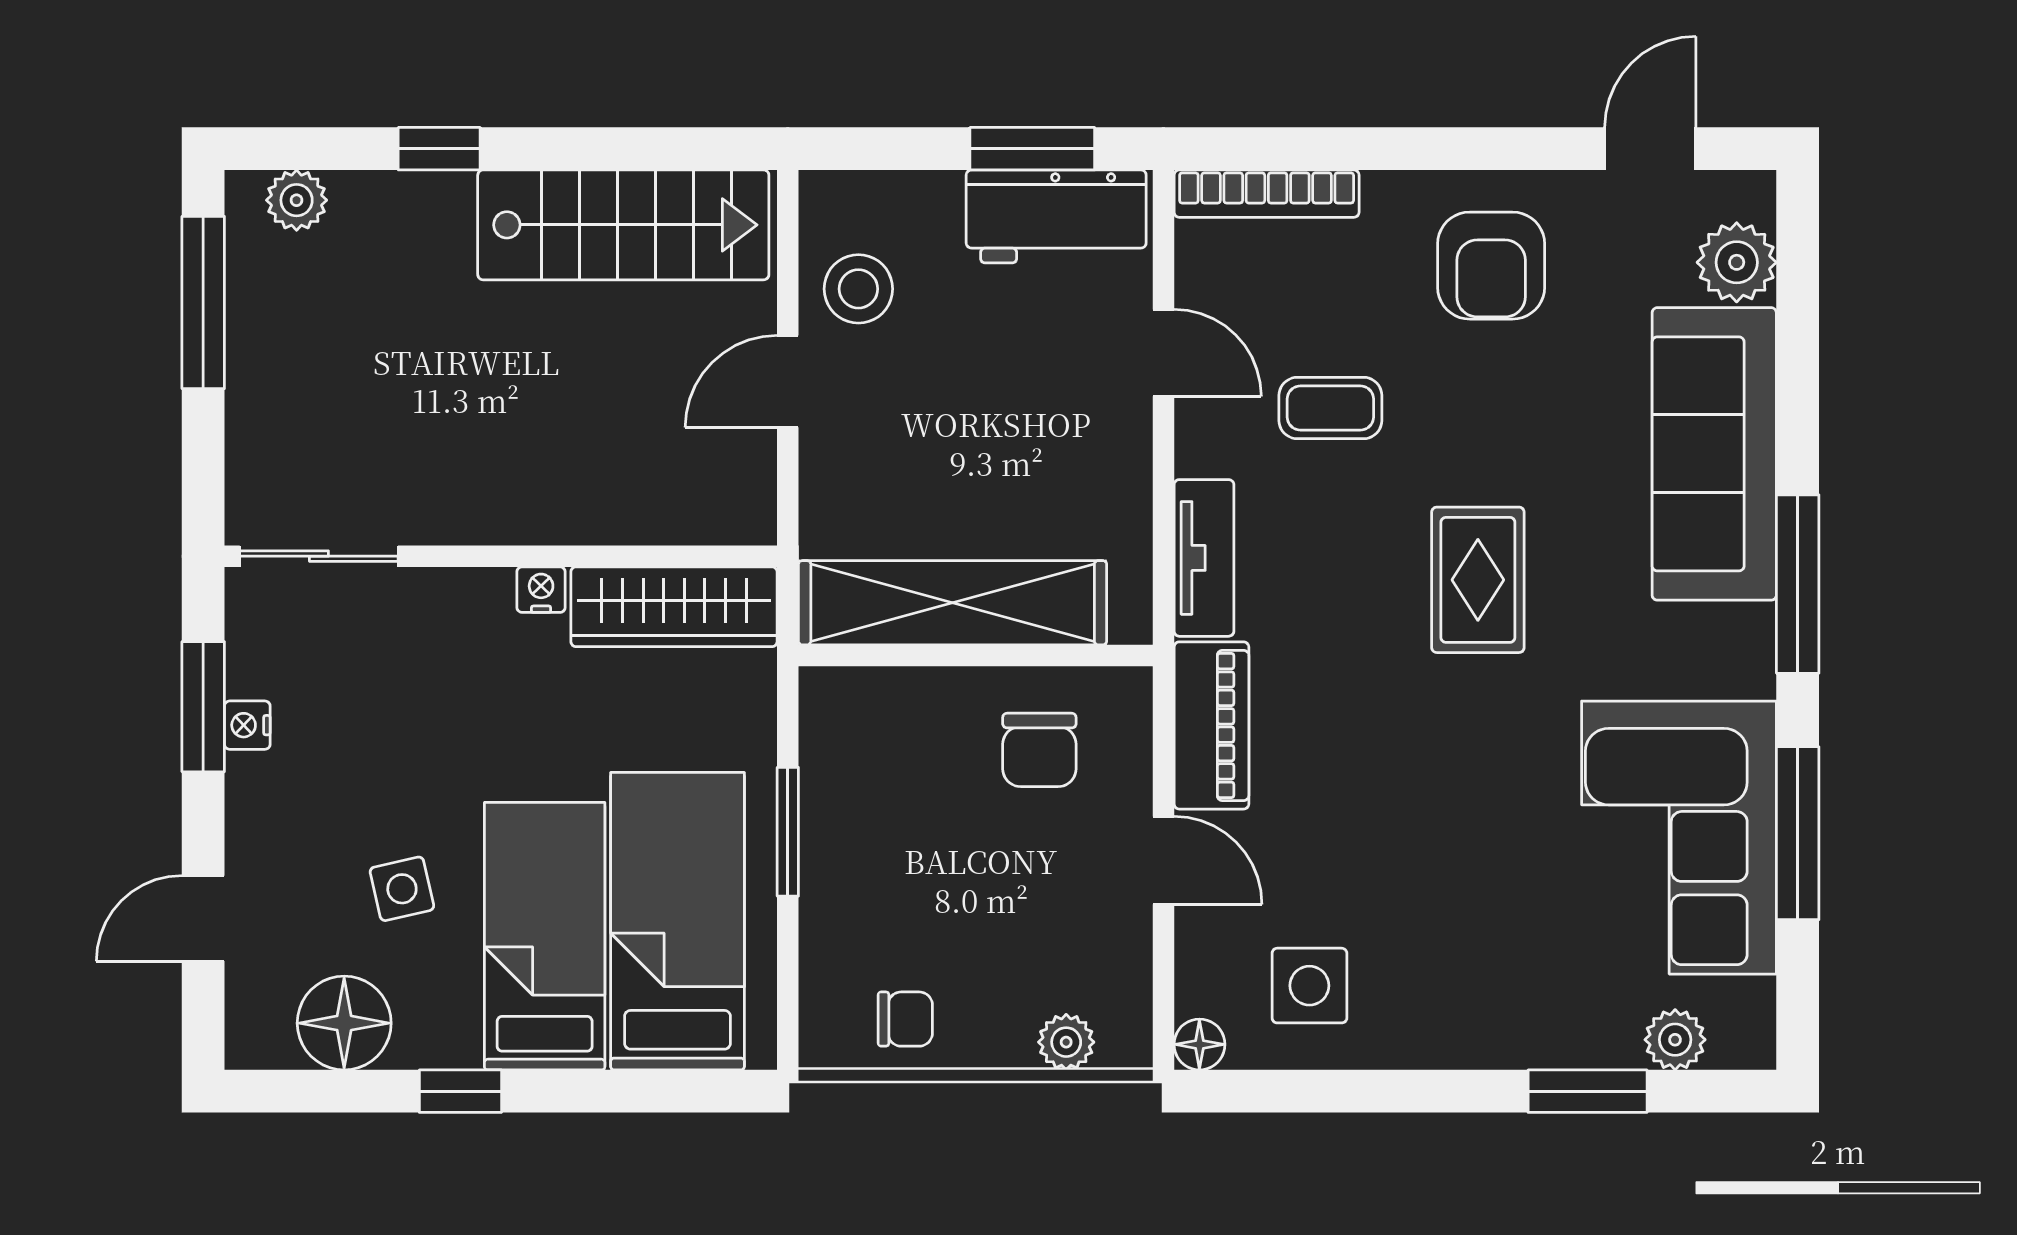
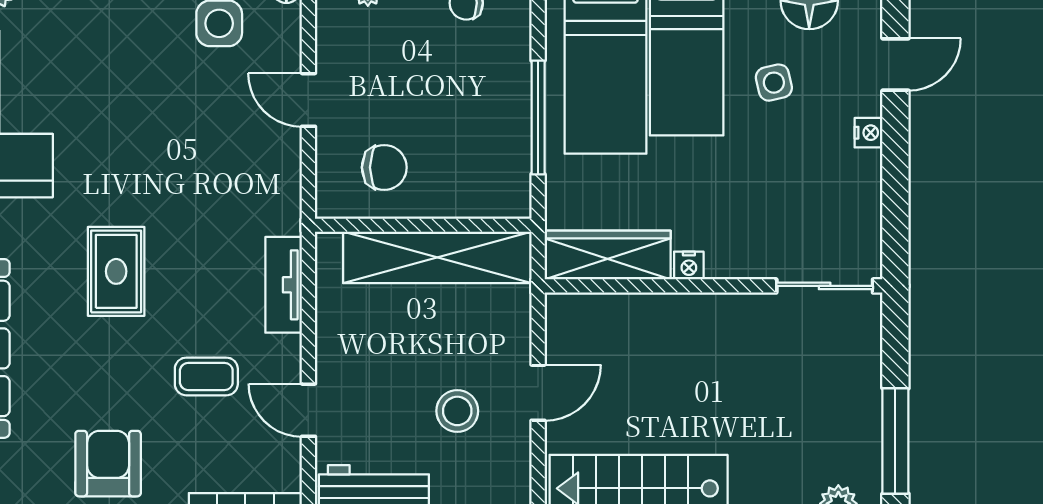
stool: (858, 289) -> (457, 411), moved
window: (203, 707) -> (895, 194), removed
nightstand: (247, 725) -> (868, 133), moved
piano: (1211, 725) -> (279, 182), removed
chair: (1039, 750) -> (384, 167), turned 90
window: (788, 832) -> (538, 117), width x1.44

